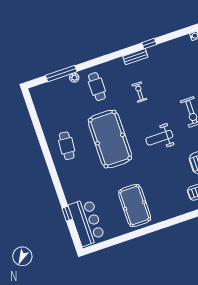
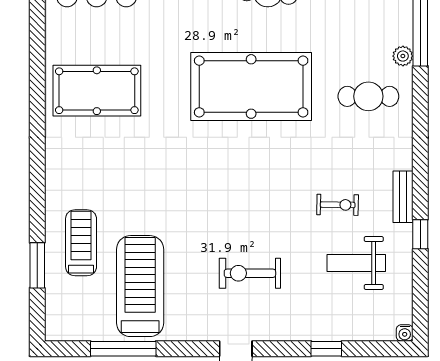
exercise bike: (139, 92) -> (338, 205), moved
weight bench: (159, 138) -> (356, 263), moved, turned -90

